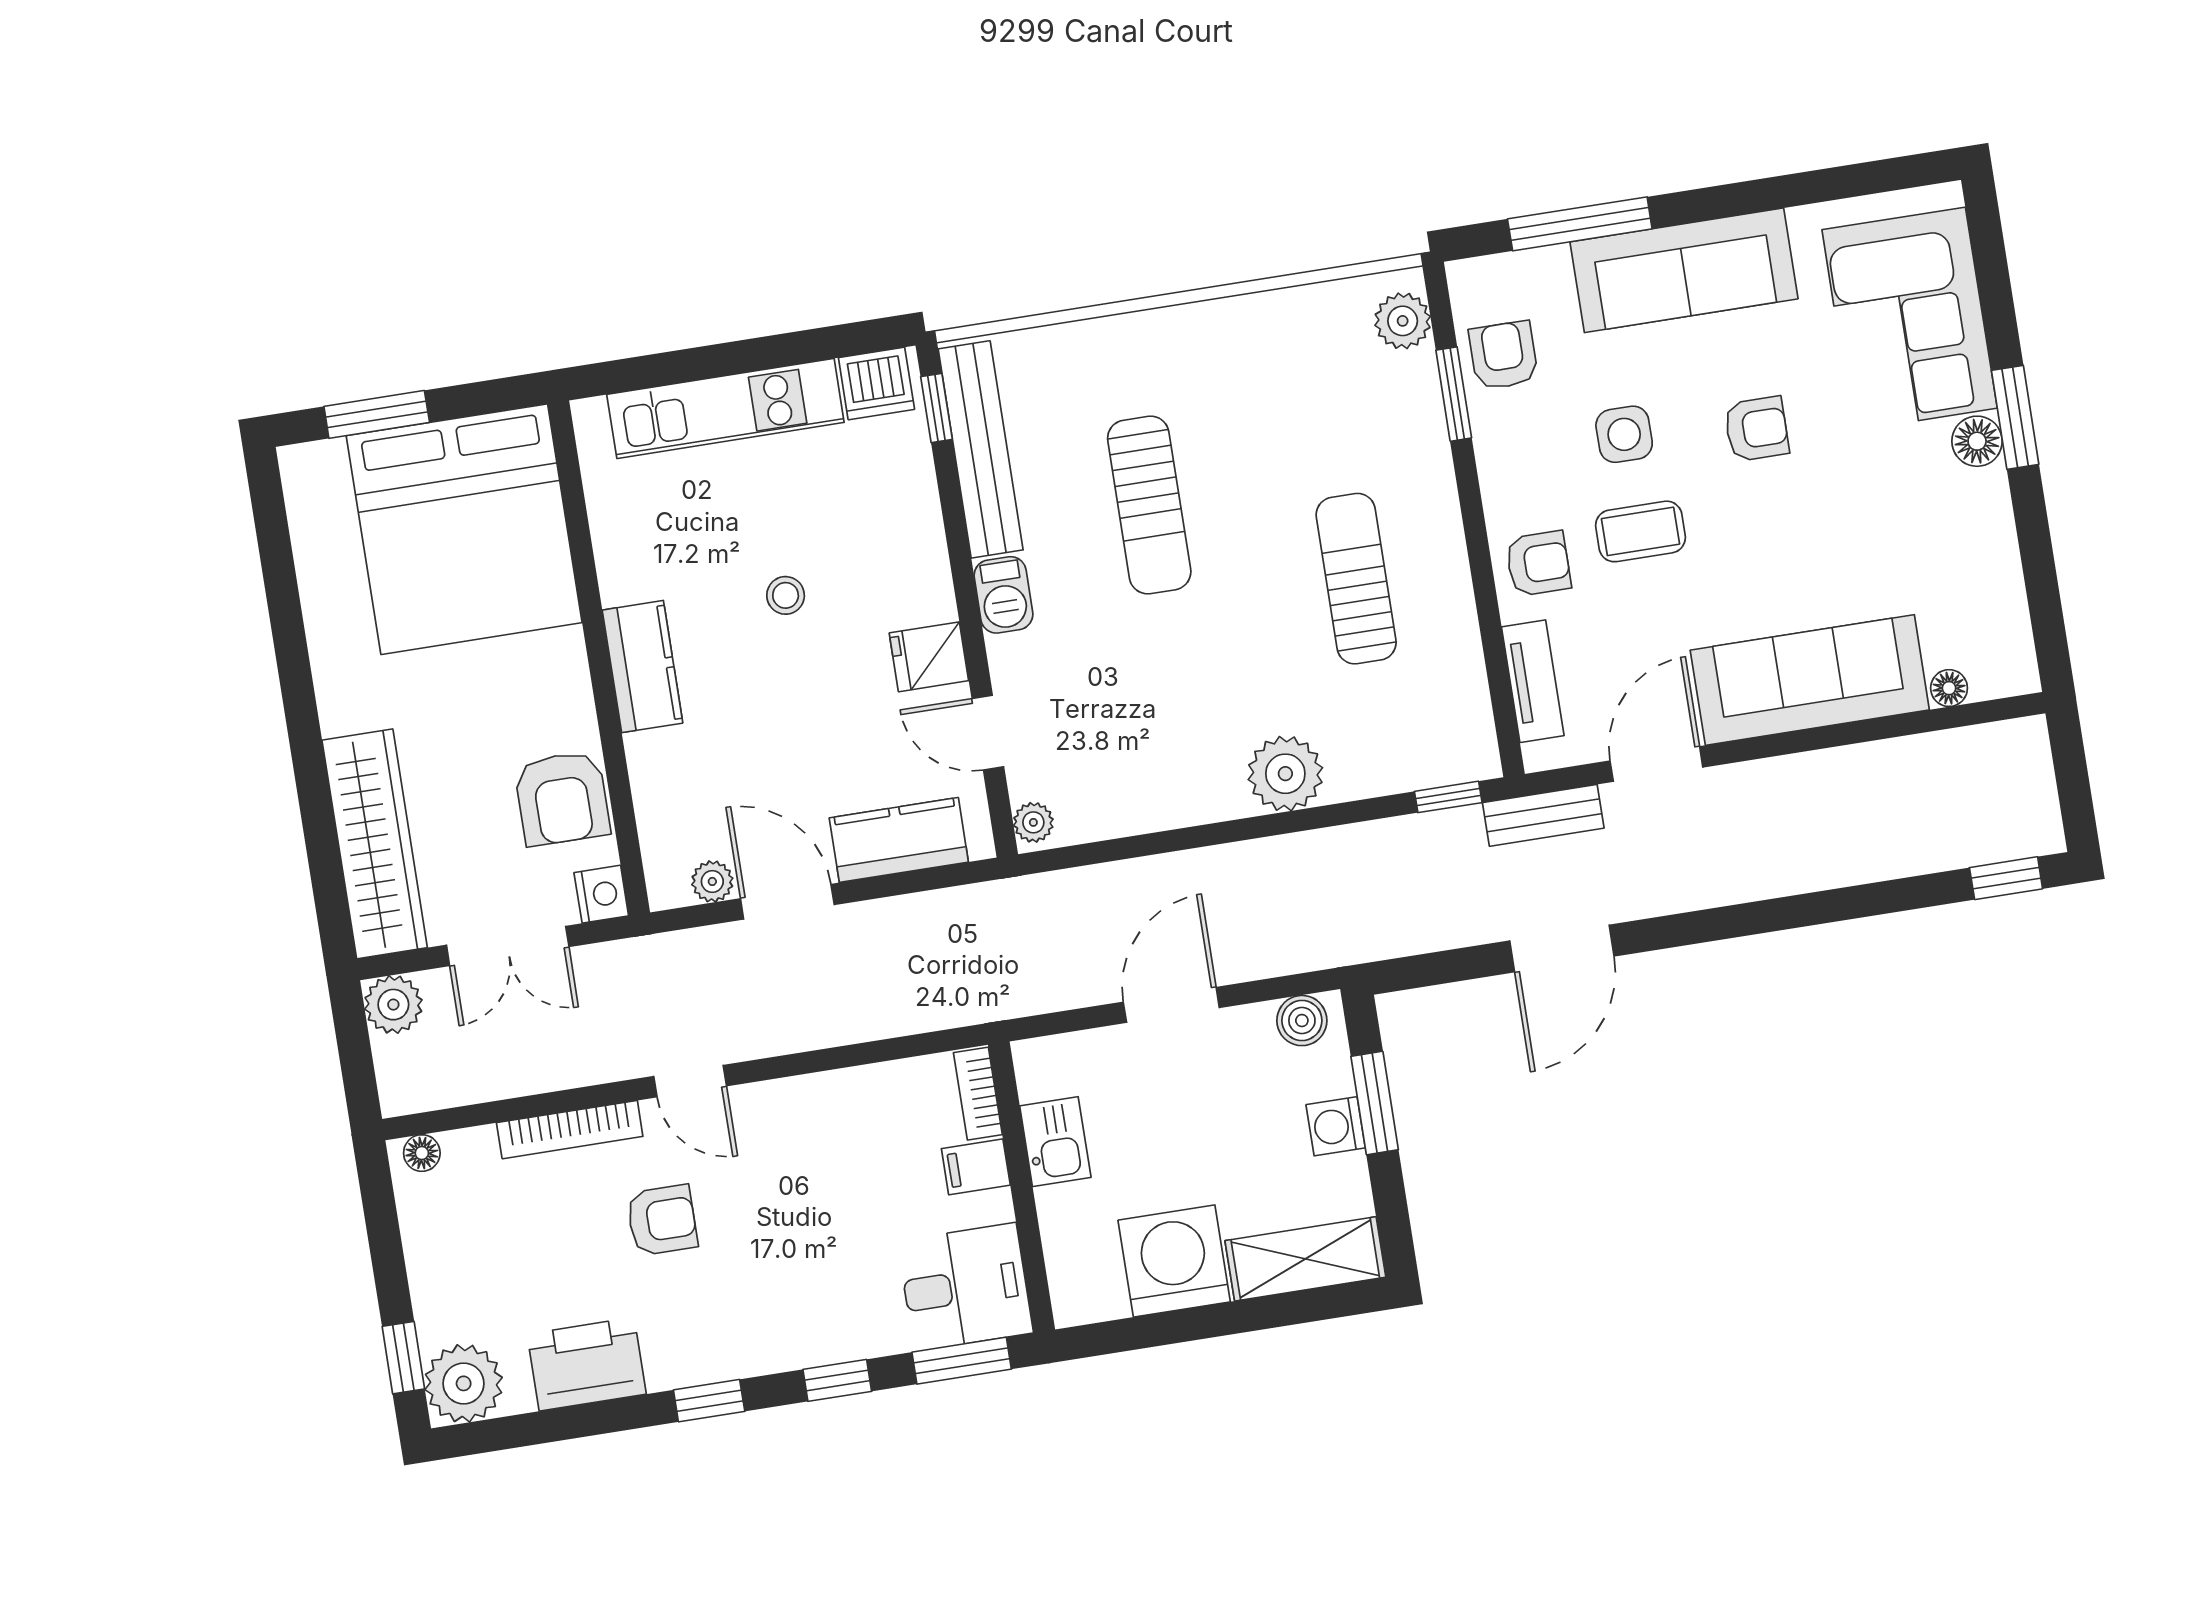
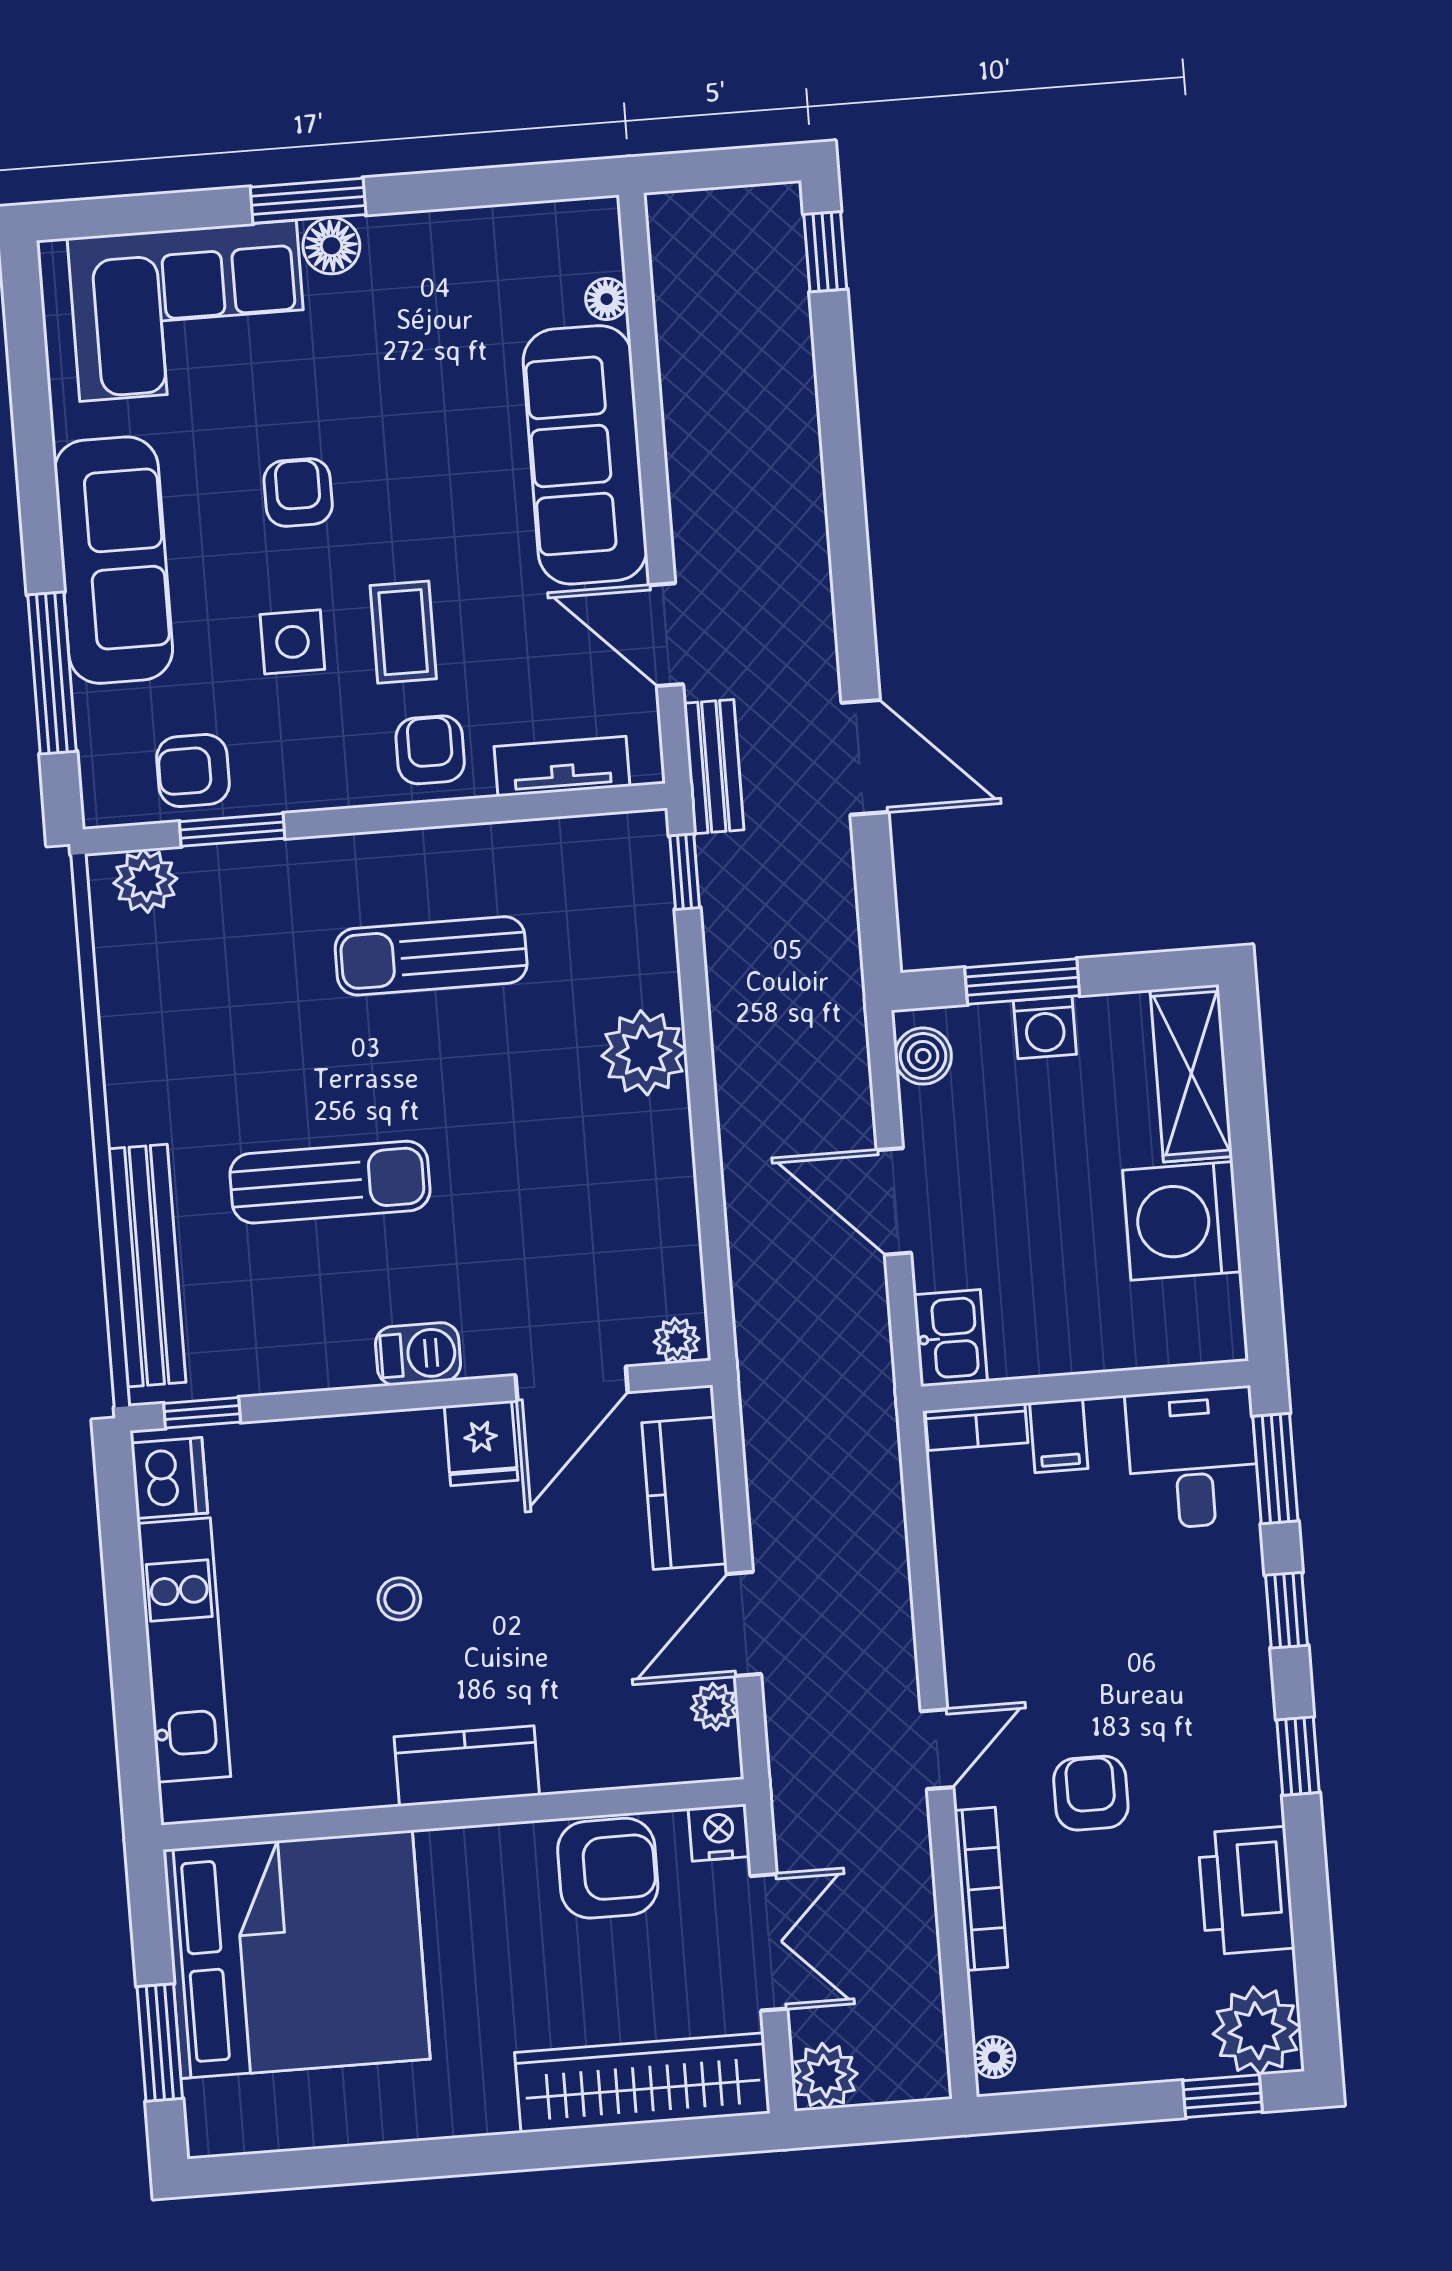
bench: (981, 449) -> (147, 1266), moved, turned 90
door: (988, 733) -> (572, 1384), width x1.38
kitchen sink: (1055, 1142) -> (950, 1338), moved, turned 90

